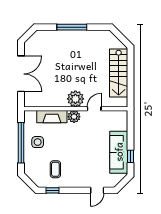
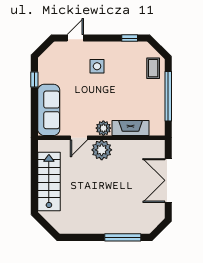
window: (72, 27) -> (123, 237), moved
side table: (38, 142) -> (97, 66), moved
sofa: (119, 152) -> (49, 110), moved
coffee table: (55, 169) -> (153, 68), moved

